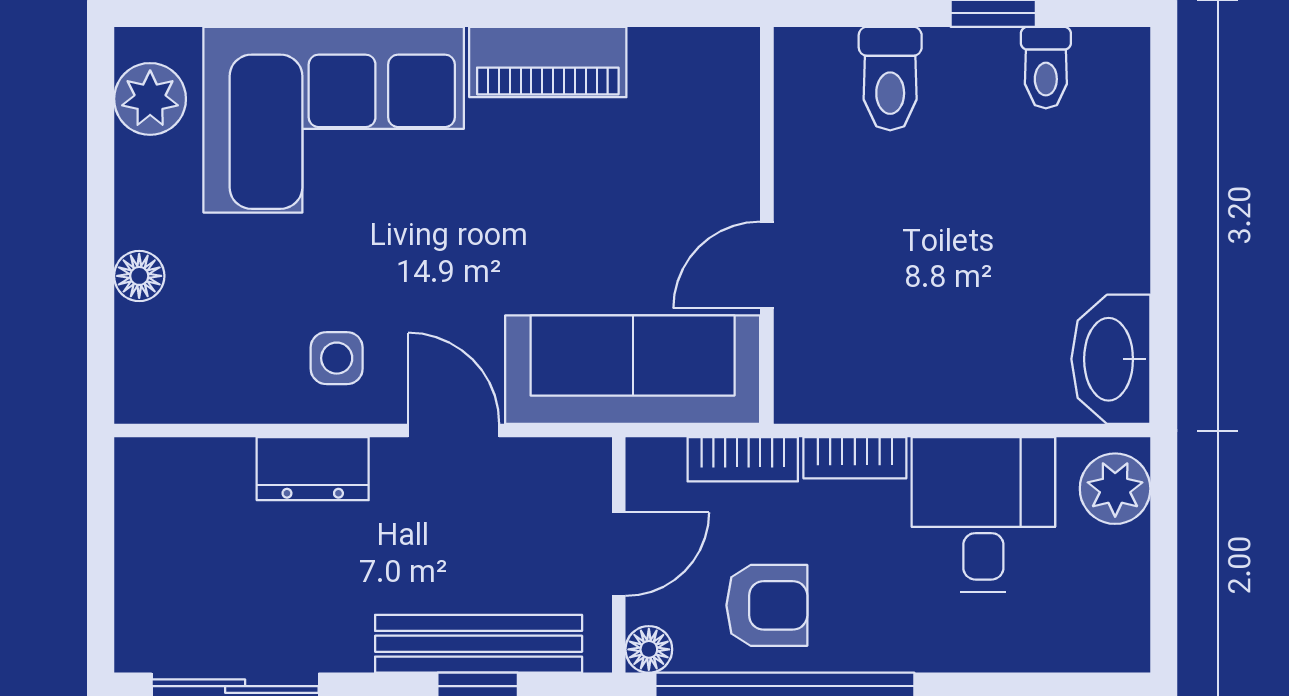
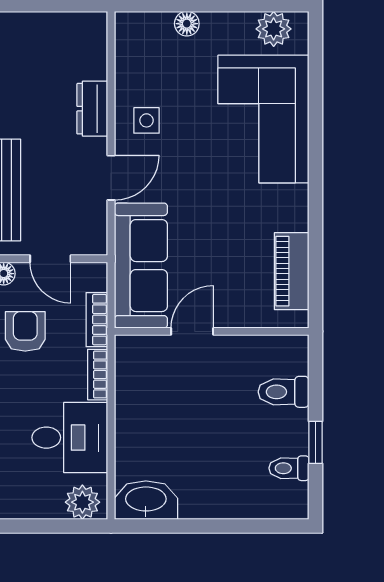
piano: (548, 62) -> (292, 271), moved
door: (767, 265) -> (192, 331), hinge flipped
armchair: (767, 605) -> (25, 331), turned 180

